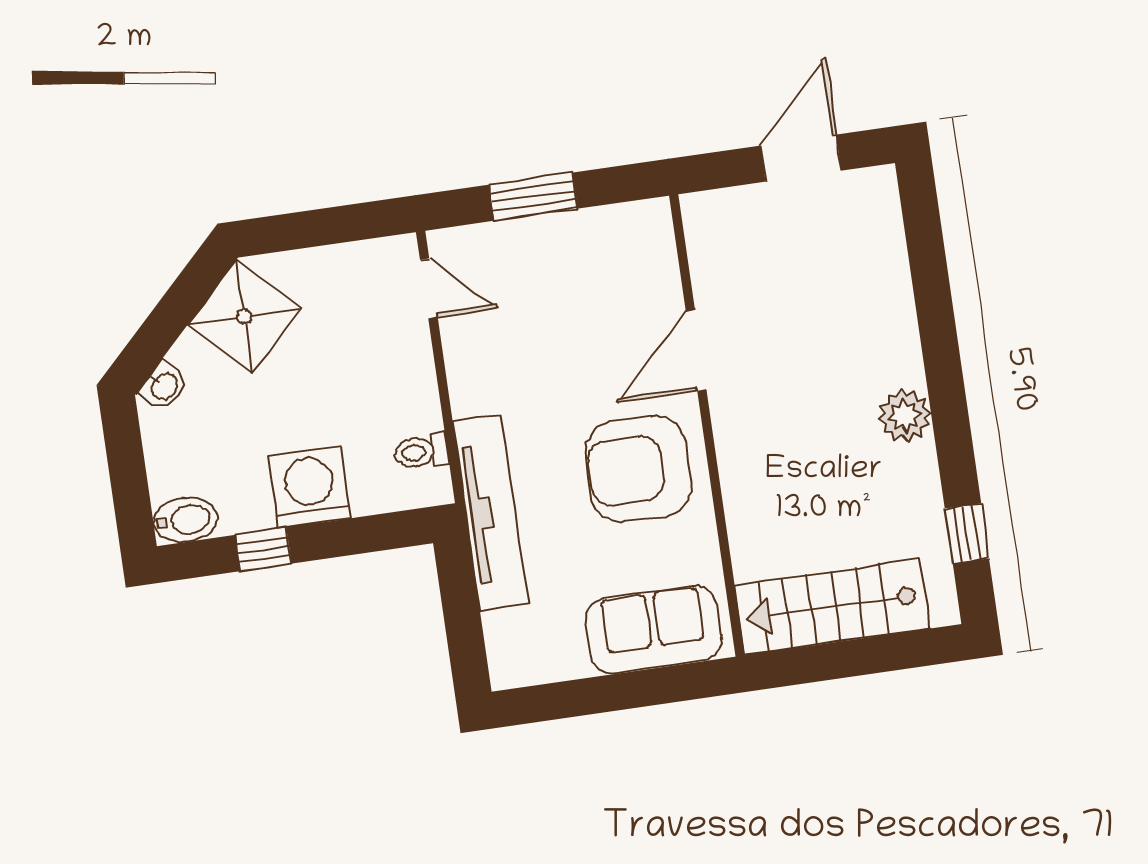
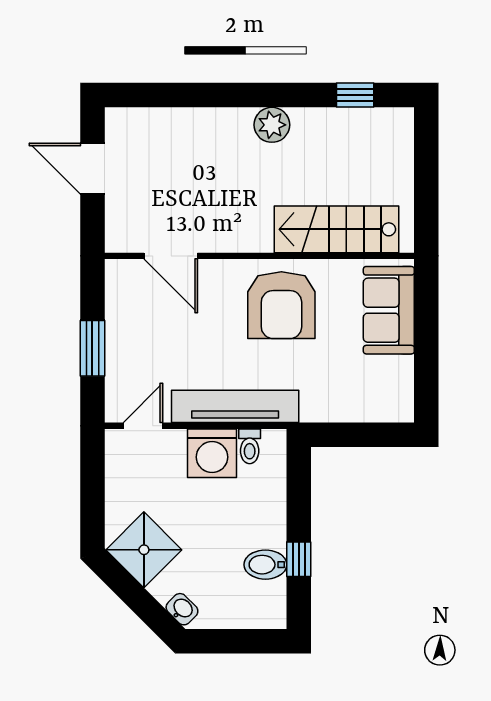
door: (696, 351) -> (171, 256), moved
washing machine: (309, 487) -> (212, 453), moved, turned -90
tv unit: (490, 512) -> (235, 406), moved
bidet: (185, 520) -> (265, 565), moved, turned -90
stairs: (832, 607) -> (336, 229), moved, turned 90

